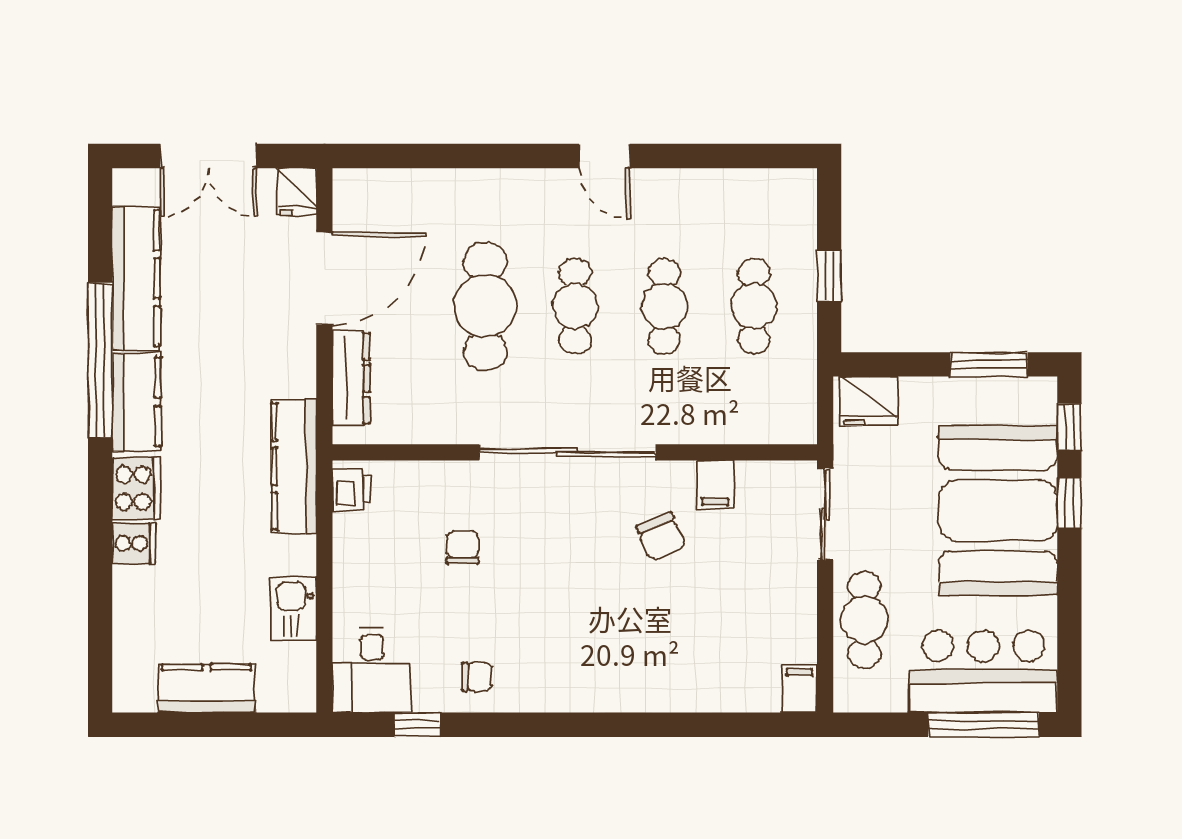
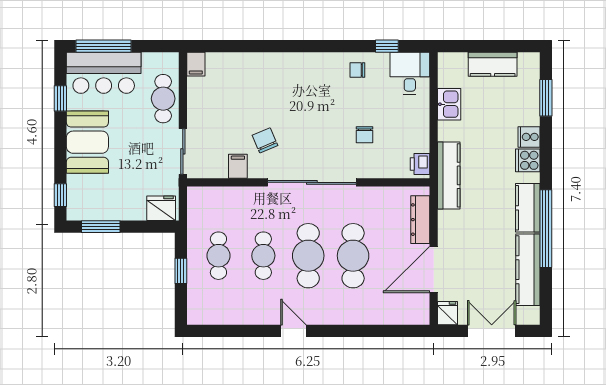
cafe table: (575, 306) -> (308, 256), width x1.37, depth x1.35
cooker: (136, 488) -> (528, 160), width x0.73
window: (1069, 503) -> (60, 98), moved
booth: (998, 510) -> (87, 142), width x0.73, depth x0.70
window: (100, 622) -> (546, 98), added

